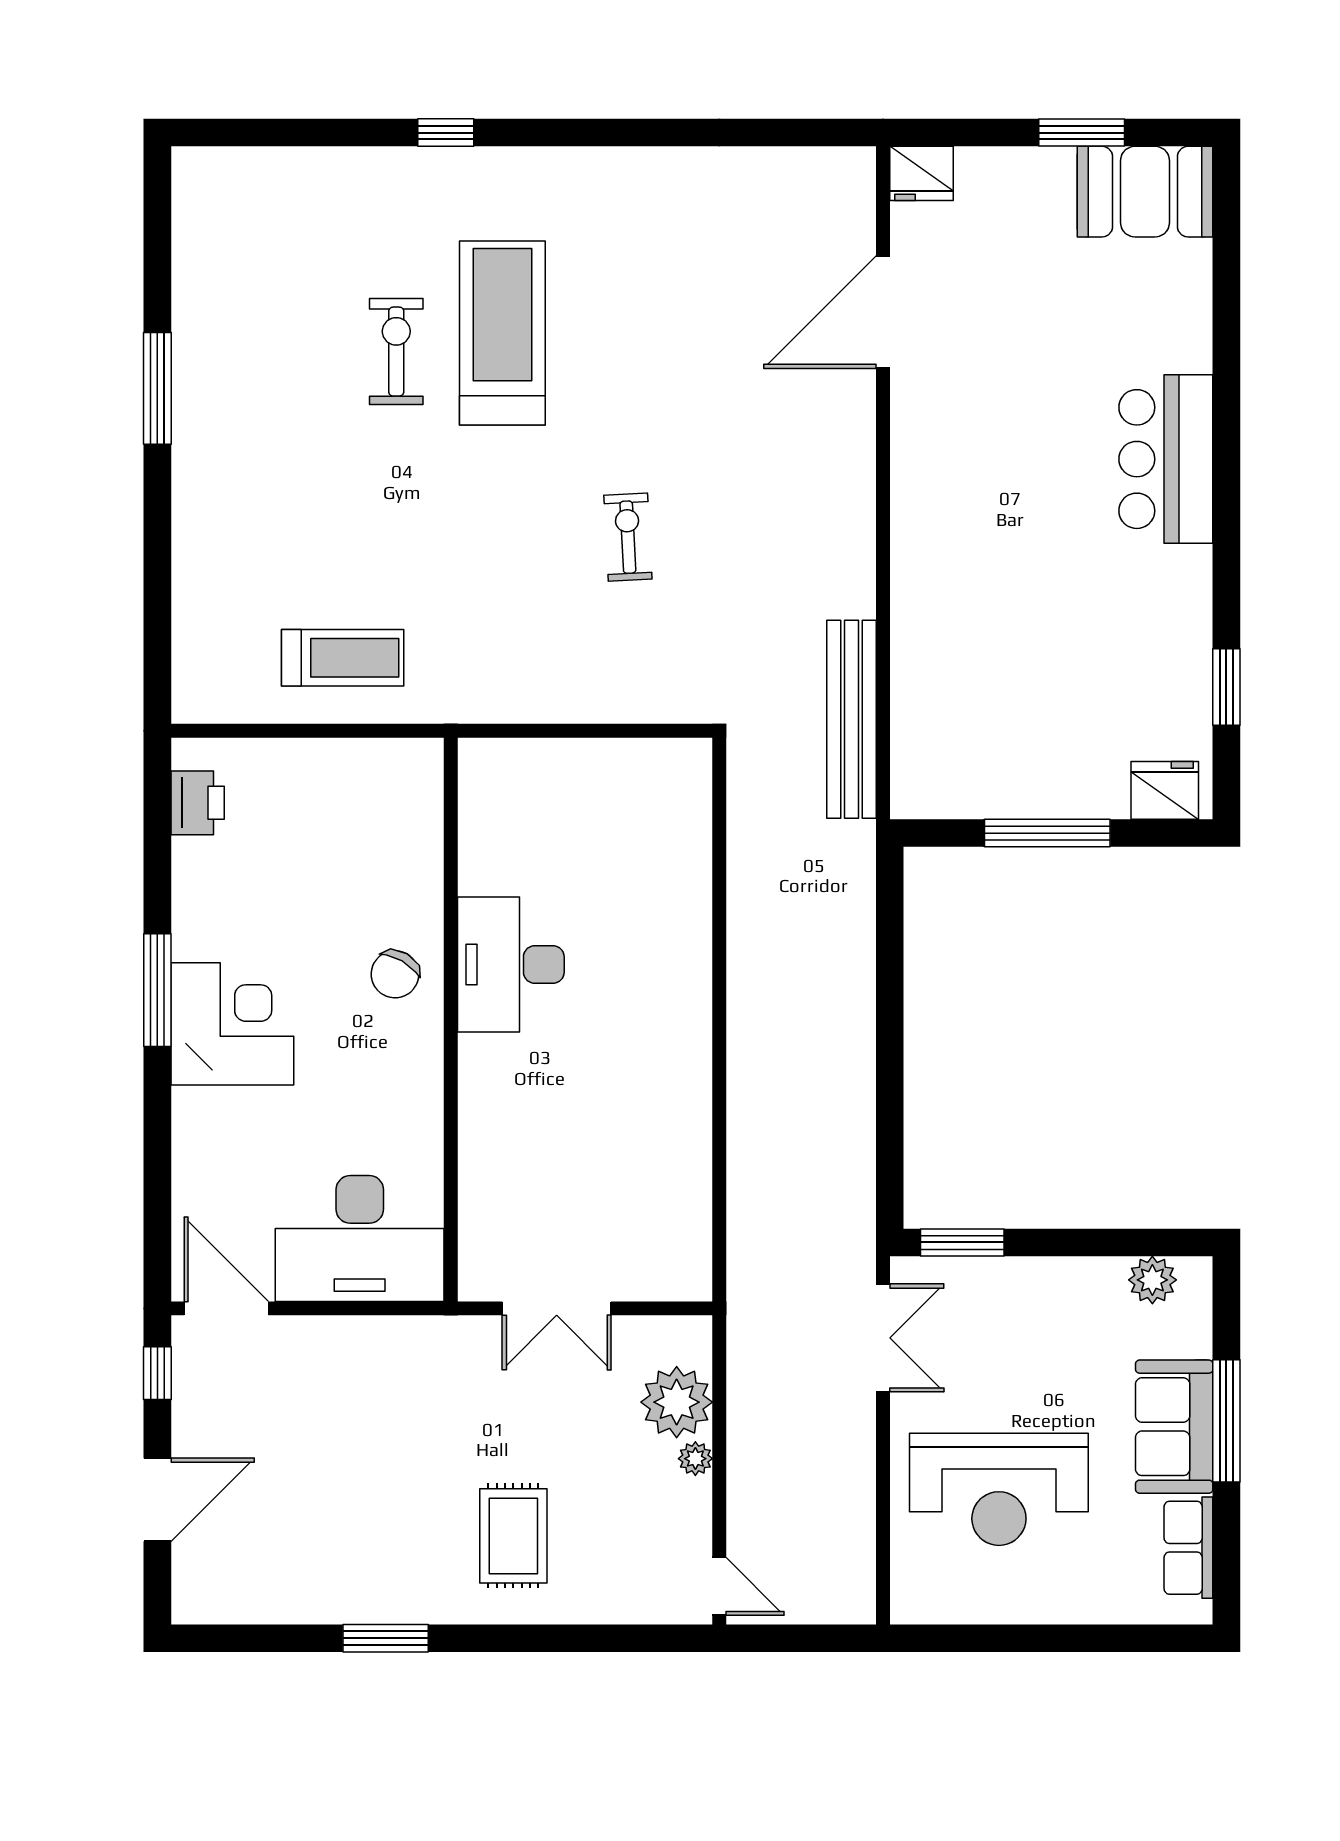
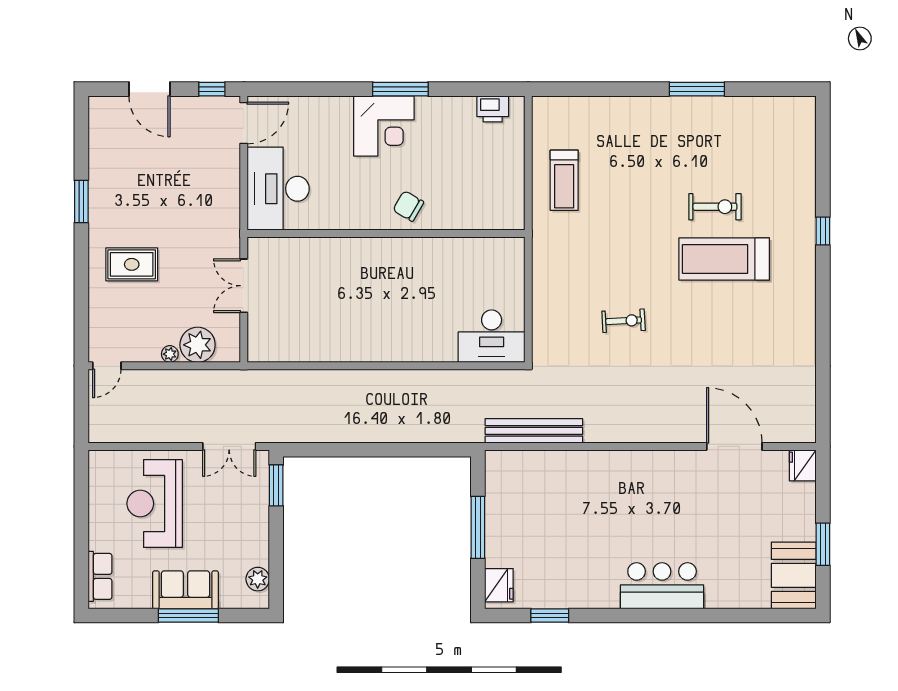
treadmill: (502, 333) -> (724, 259), turned 180
desk: (511, 964) -> (492, 336), moved, turned 180
row of seats: (1188, 1548) -> (100, 576), moved, turned 90

